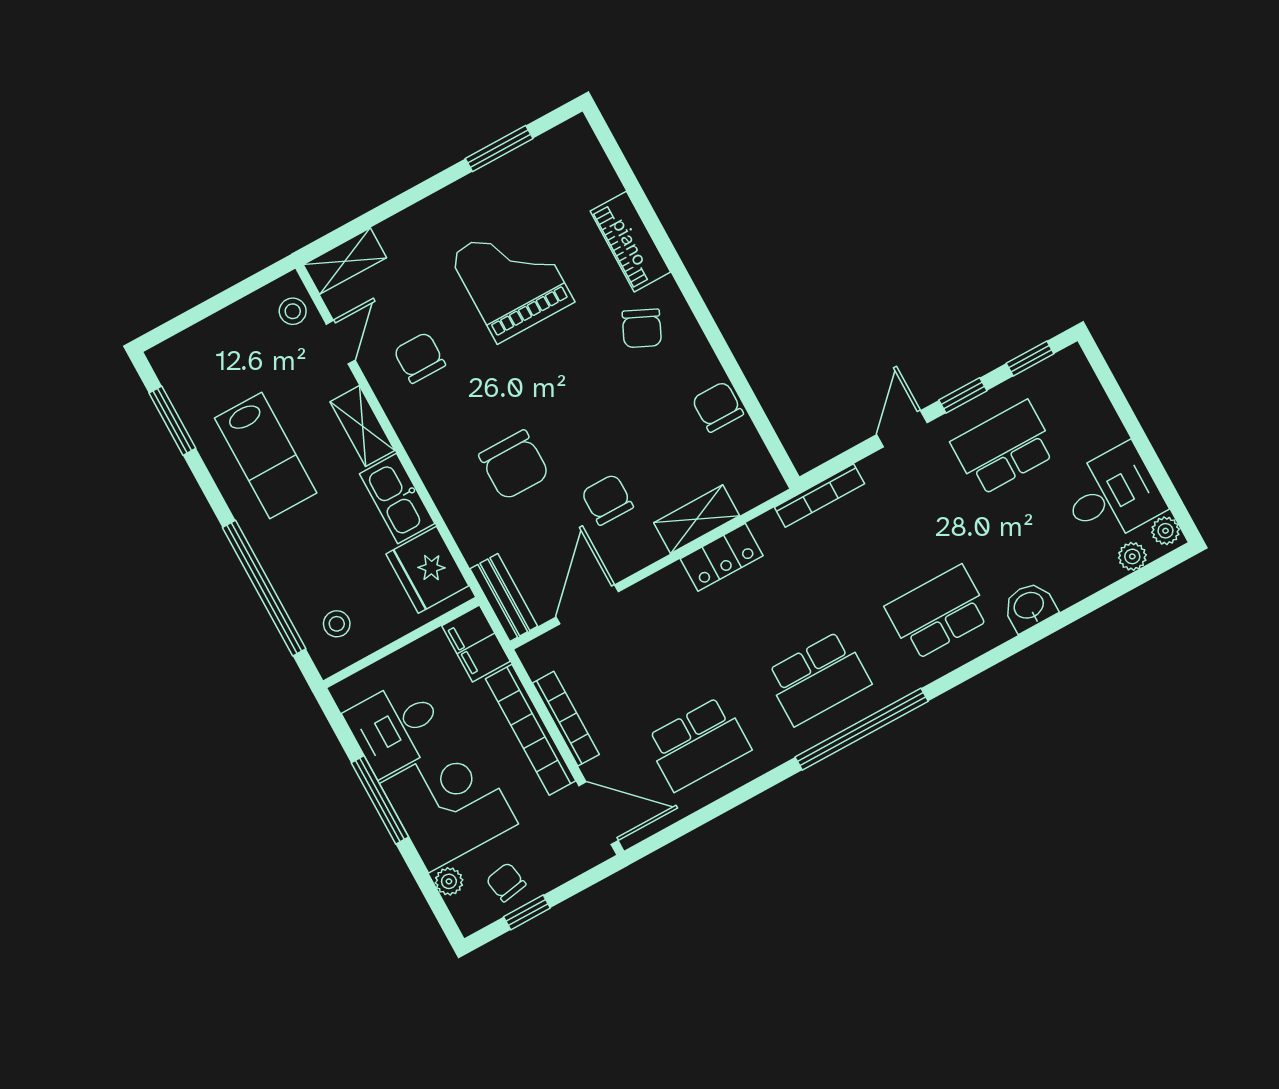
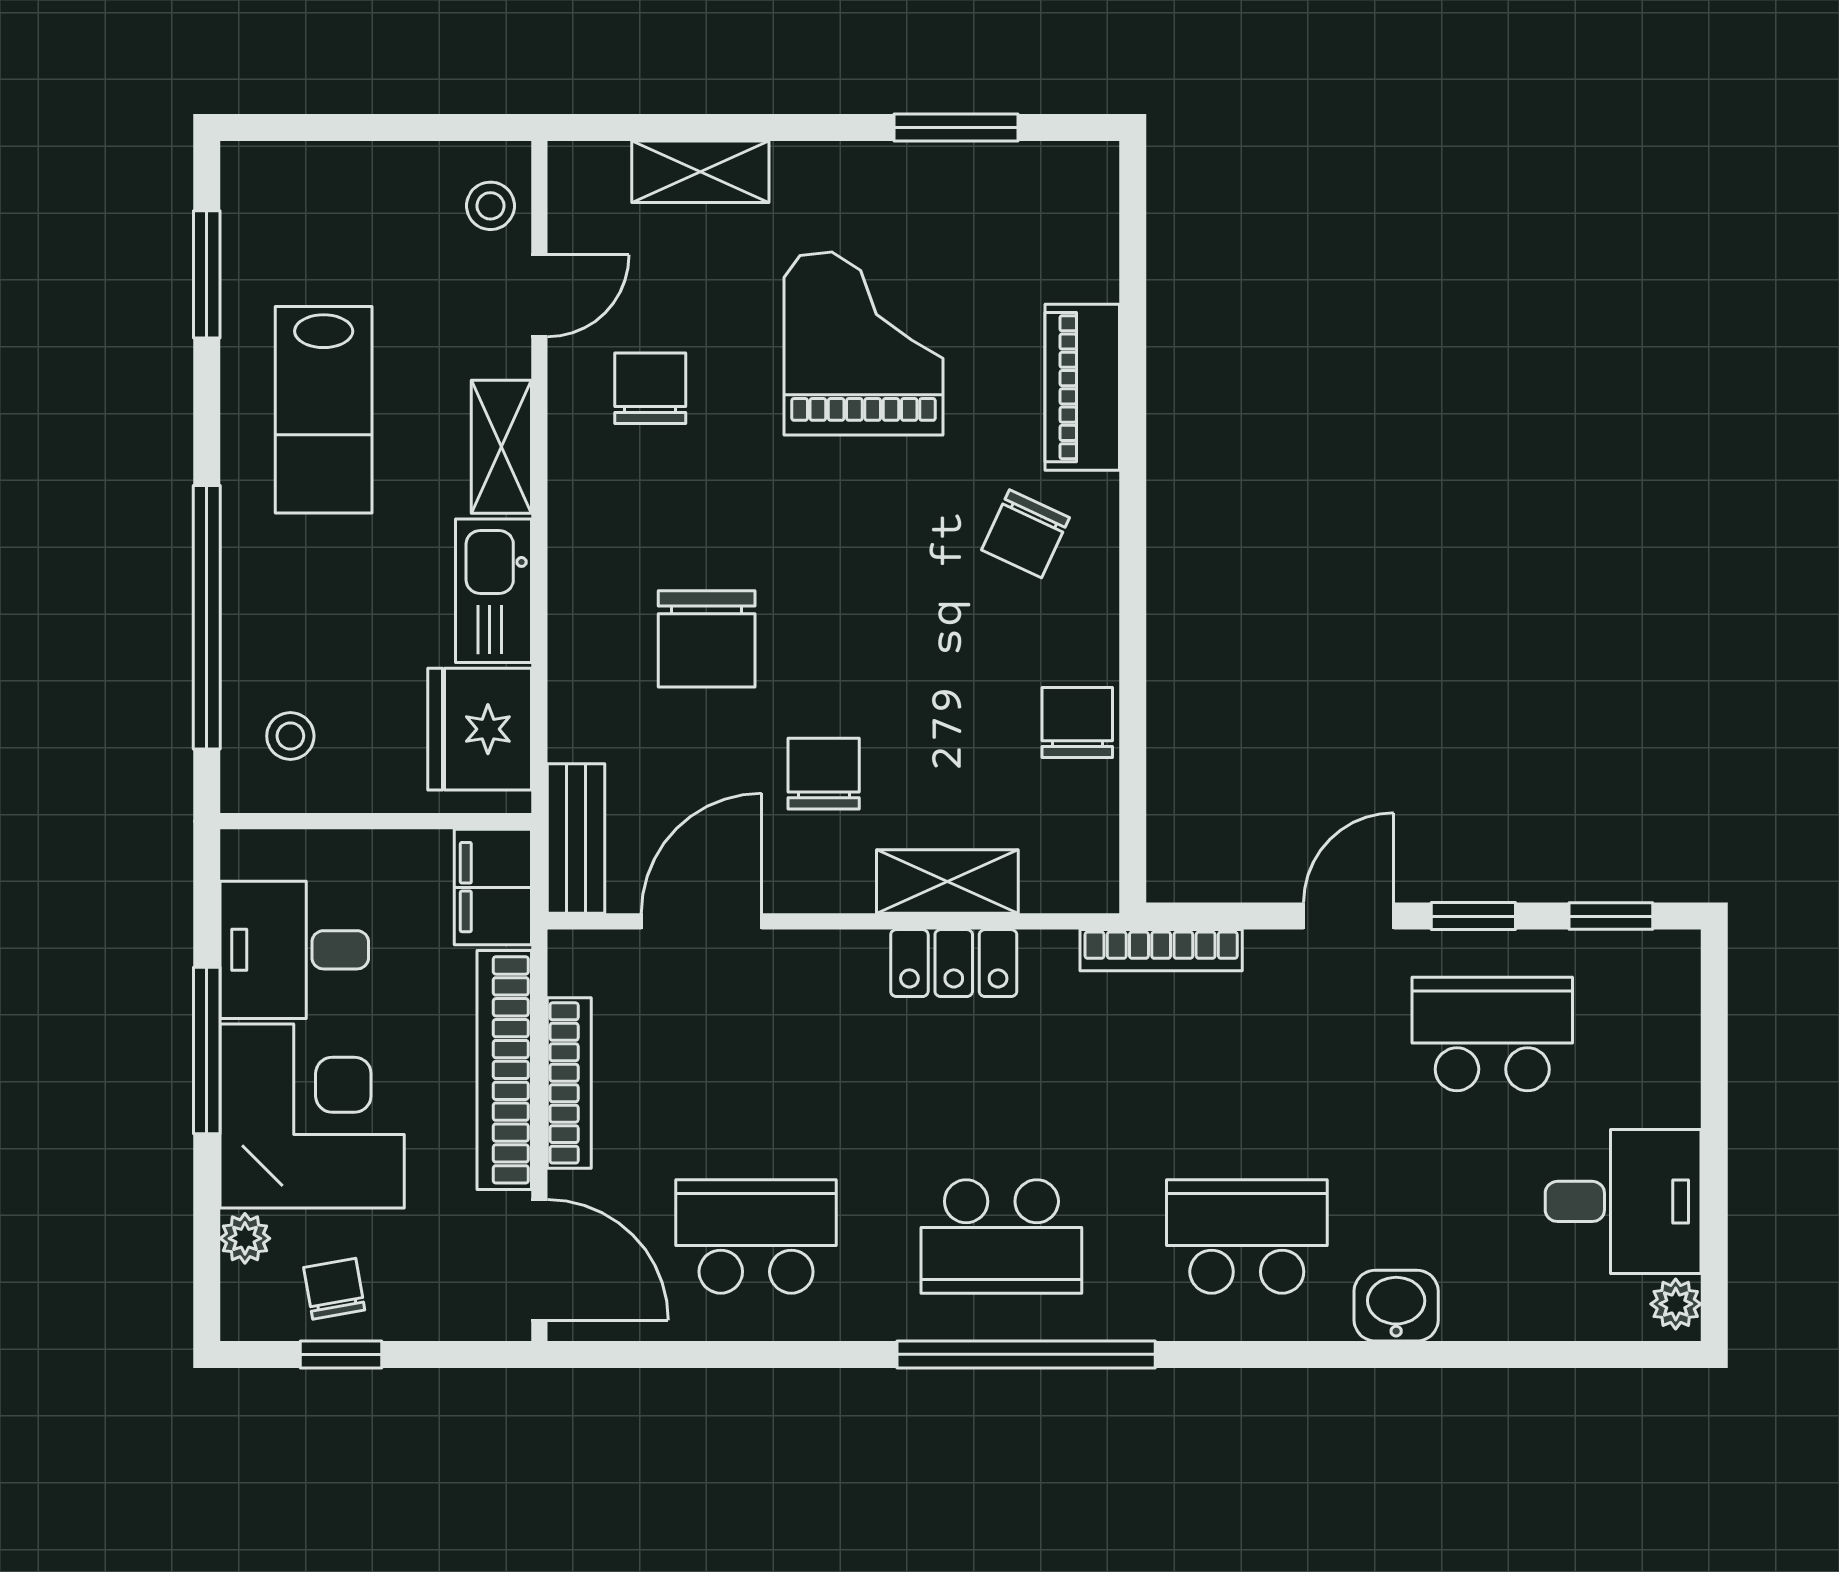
shelving: (345, 261) -> (700, 172), moved
plant: (1132, 556) -> (1601, 1316), removed
school desk: (698, 744) -> (756, 1236), turned 180

